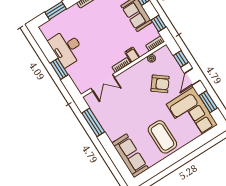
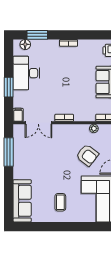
floor lamp: (51, 25) -> (25, 44), added
filing cabinet: (132, 55) -> (18, 115), moved
coffee table: (162, 137) -> (60, 202), width x0.54, depth x0.58

